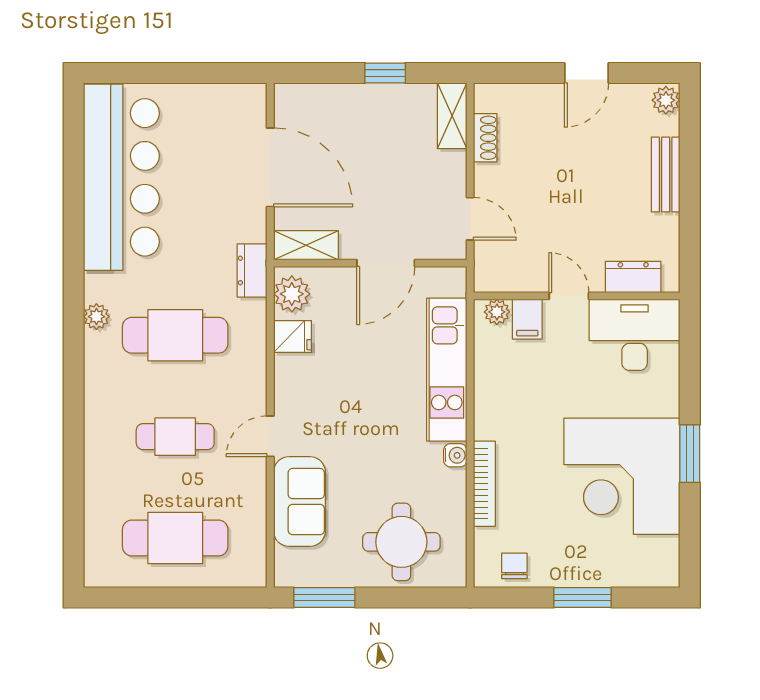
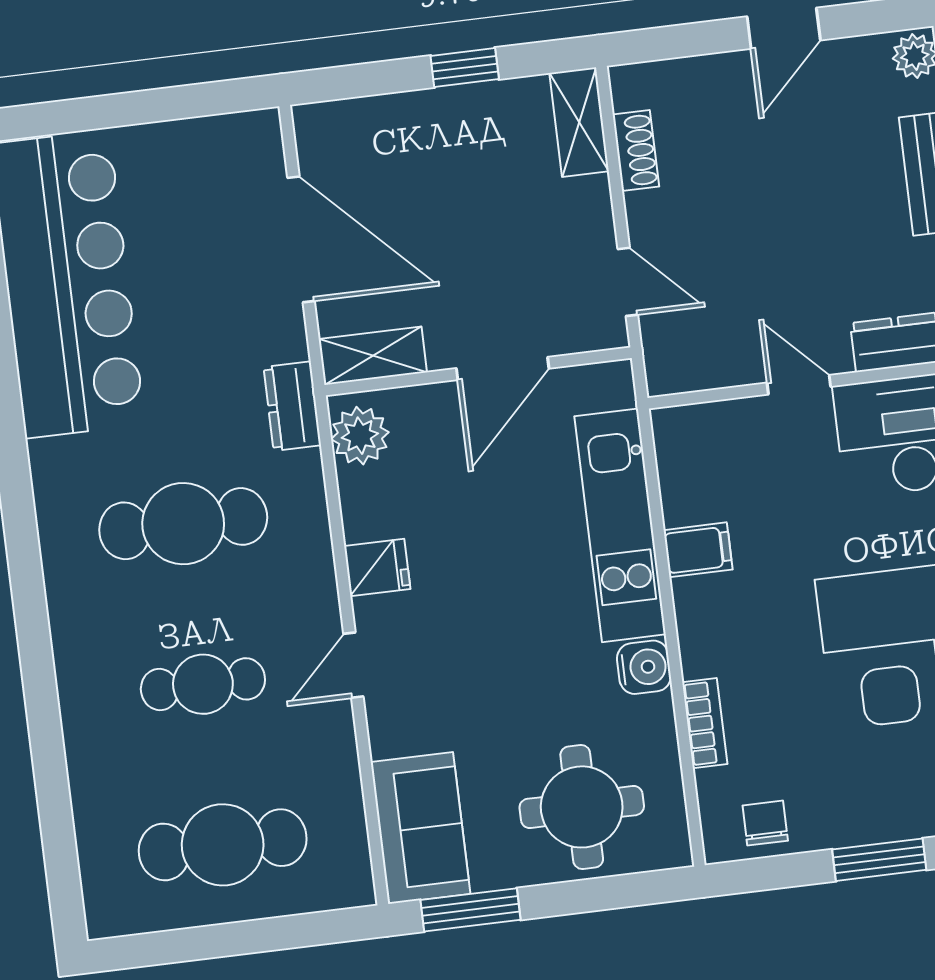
plant: (497, 312) -> (688, 424), removed
plant: (96, 317) -> (55, 509), removed
filing cabinet: (527, 319) -> (698, 550), moved, turned -90
fridge: (293, 336) -> (377, 567), moved
water cooler: (455, 455) -> (644, 667), width x1.38, depth x1.38
bookcase: (484, 484) -> (705, 723), width x0.64
sofa: (299, 502) -> (420, 828), moved

